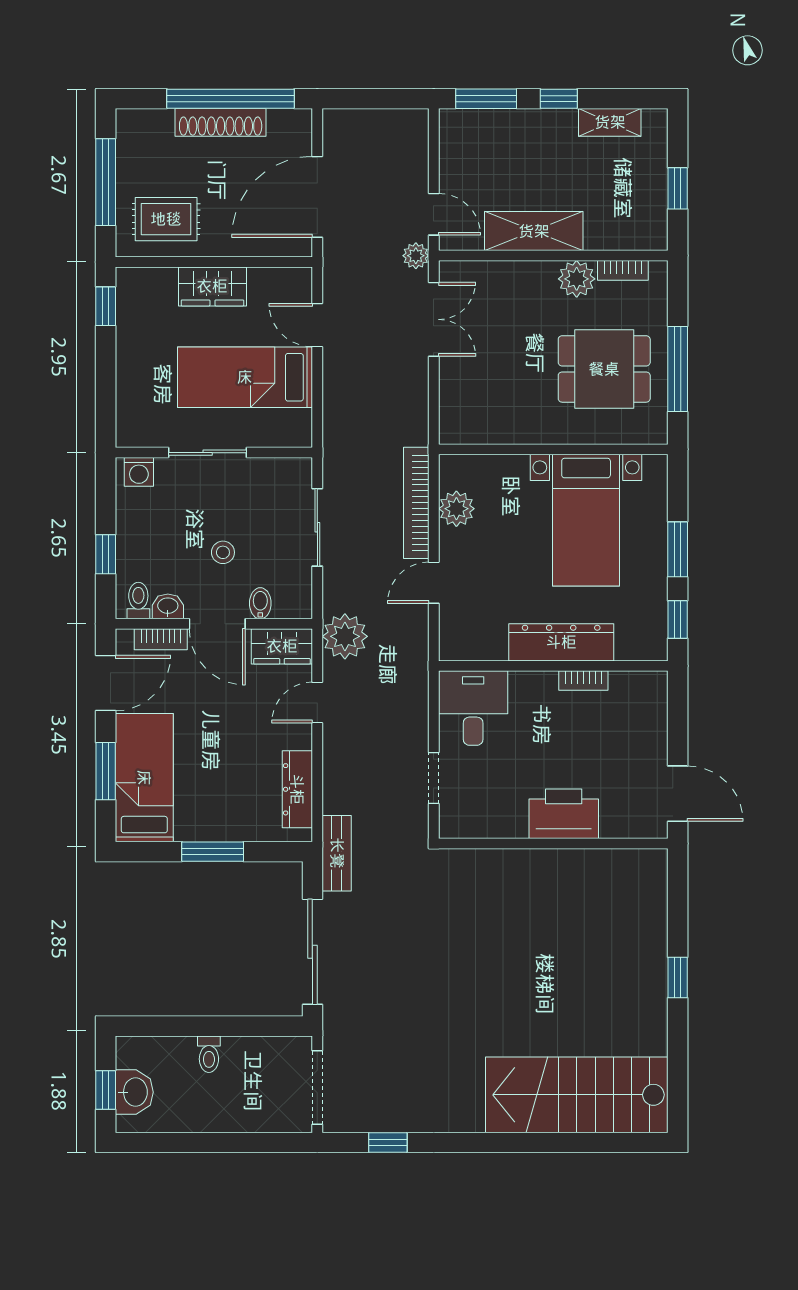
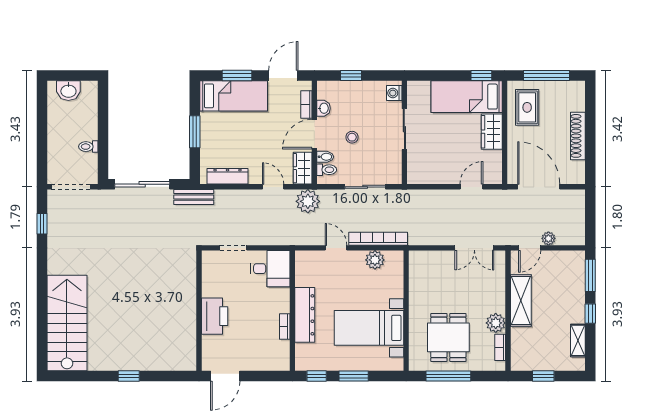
window: (231, 99) -> (590, 141), removed
plant: (416, 256) -> (548, 238), moved
bed: (245, 377) -> (467, 97), moved, turned -90
toilet: (138, 601) -> (327, 170), moved
door: (106, 683) -> (283, 76), swing flipped
toilet: (209, 1054) -> (88, 147), moved
window: (106, 1090) -> (69, 76), removed

